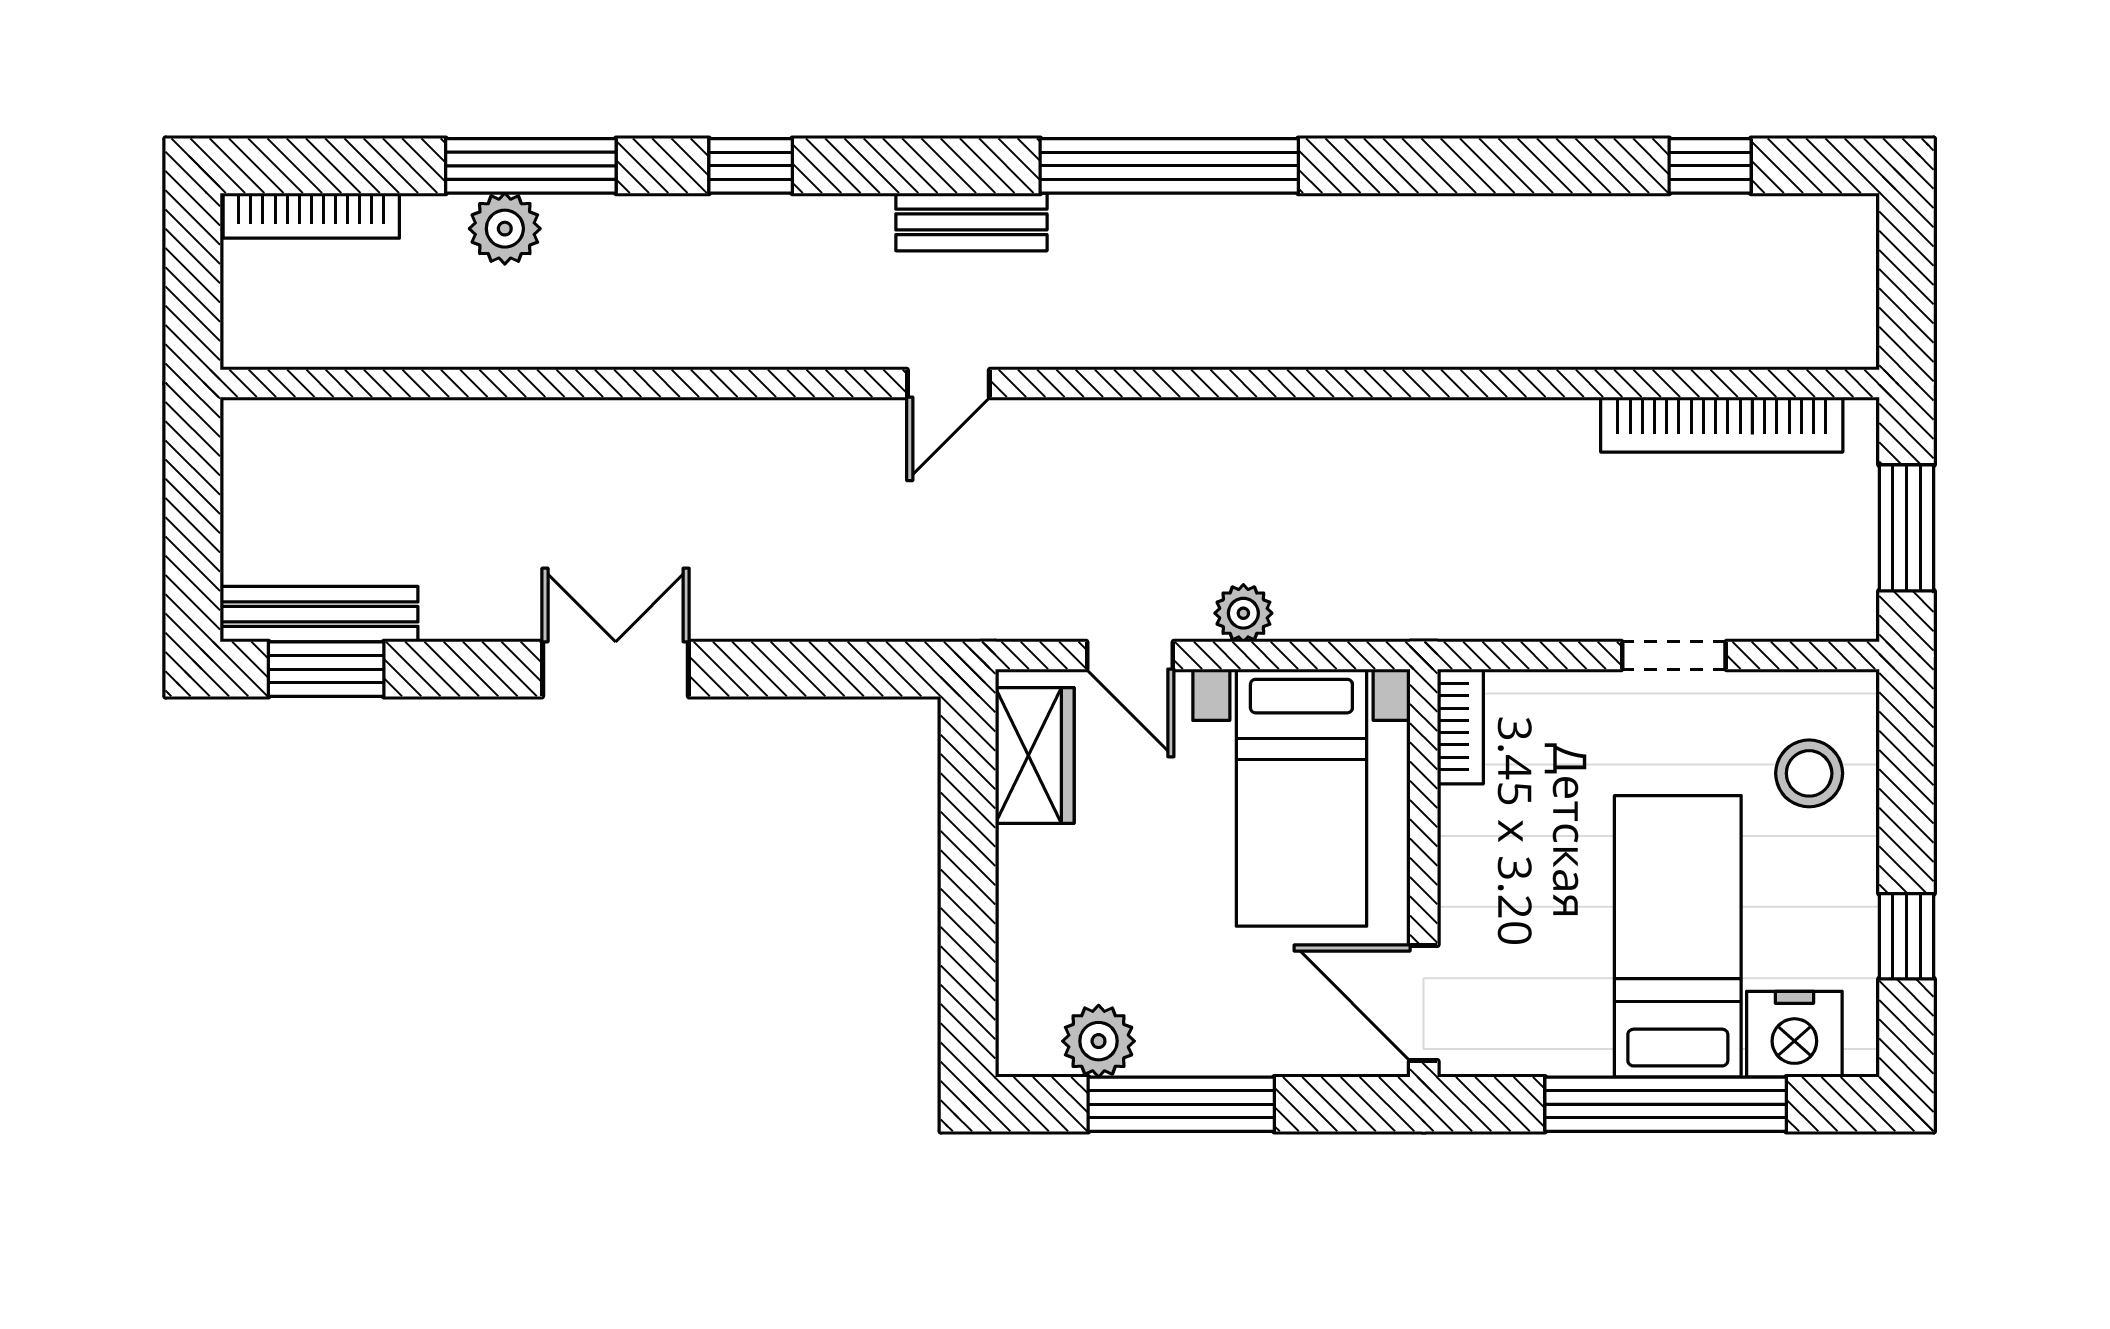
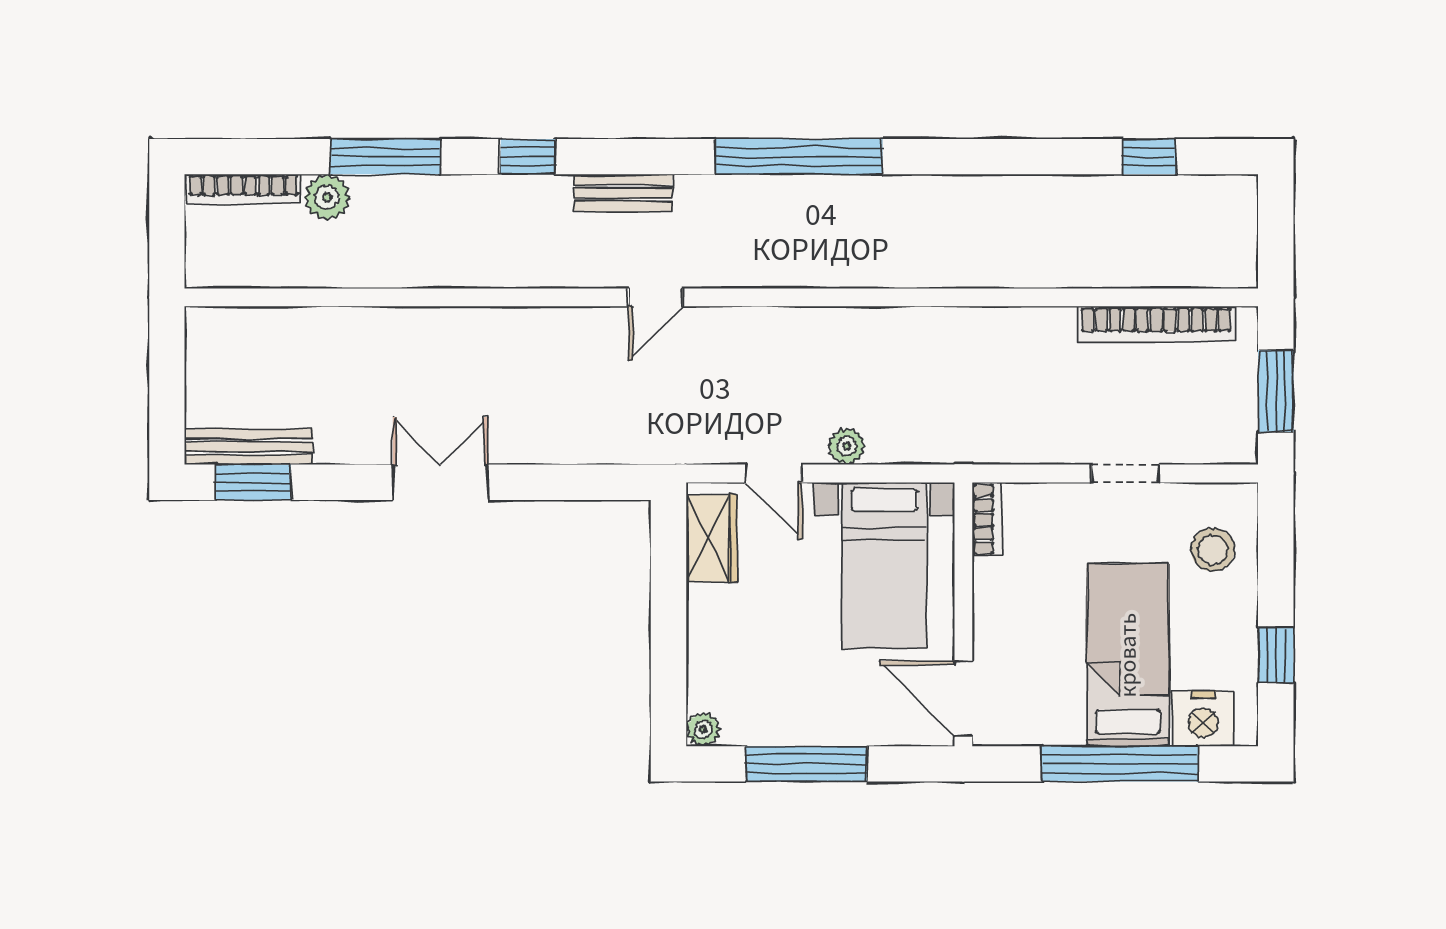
bench: (971, 222) -> (623, 193), moved
plant: (505, 229) -> (327, 197), moved
plant: (1099, 1041) -> (703, 729), moved, width x0.73, depth x0.73

